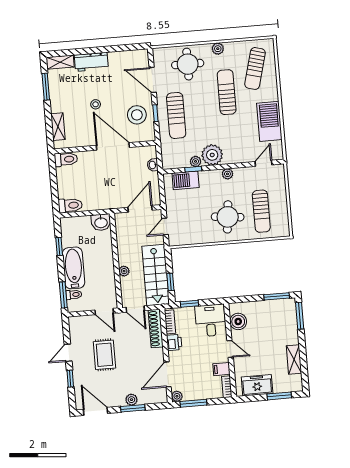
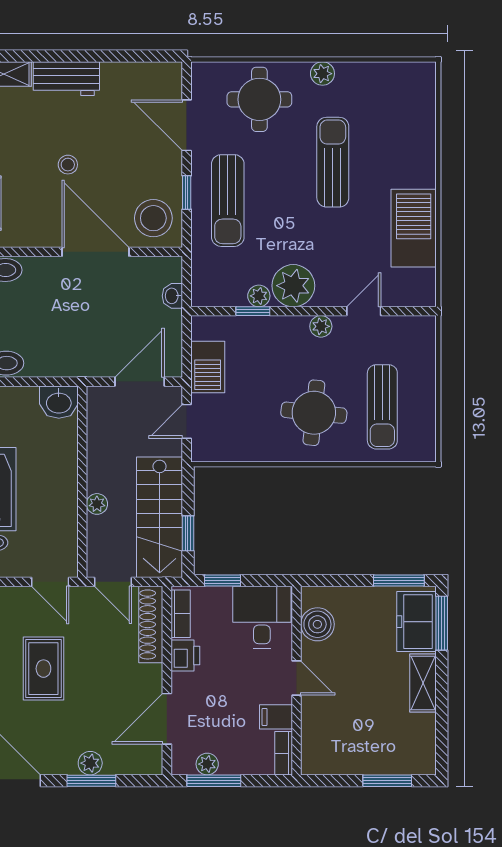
sun lounger: (255, 68) -> (394, 120), removed
stool: (137, 115) -> (153, 218), moved
door: (263, 163) -> (364, 311), moved
barbecue: (186, 180) -> (208, 367), moved, turned -90
shelving: (294, 360) -> (423, 683), moved
freezer: (257, 385) -> (417, 622), moved, turned -90
plant: (177, 396) -> (207, 764), moved

